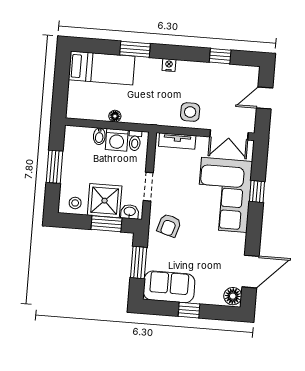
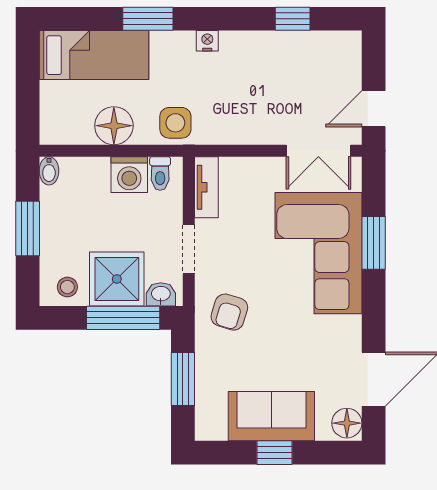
door: (265, 98) -> (374, 109), moved
side table: (190, 112) -> (175, 123), moved
floor lamp: (115, 116) -> (114, 126), width x1.89, depth x1.89
bidet: (99, 136) -> (49, 171), moved
tv unit: (177, 141) -> (206, 187), moved, turned -90
window: (257, 192) -> (374, 243), width x1.50
window: (106, 224) -> (123, 318), width x1.44
sofa: (169, 287) -> (271, 416), moved

